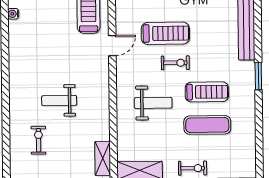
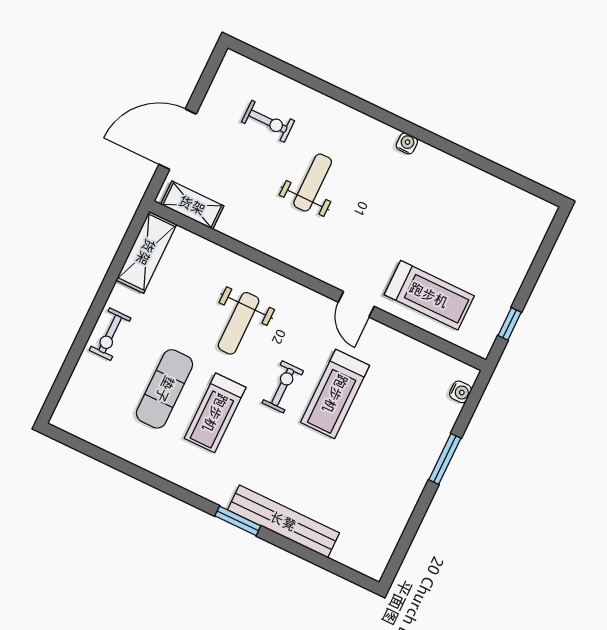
water cooler: (13, 14) -> (407, 143), moved
exercise bike: (175, 63) -> (283, 387), turned 180
window: (258, 76) -> (238, 521), moved

